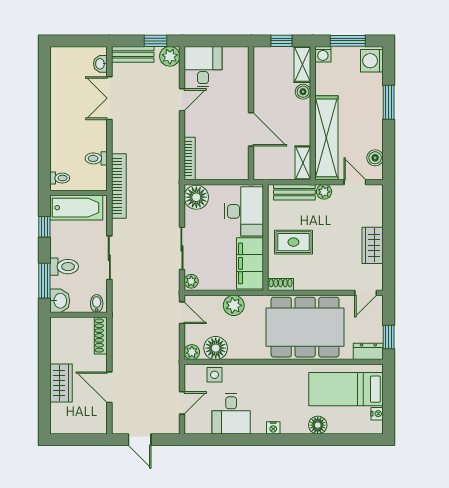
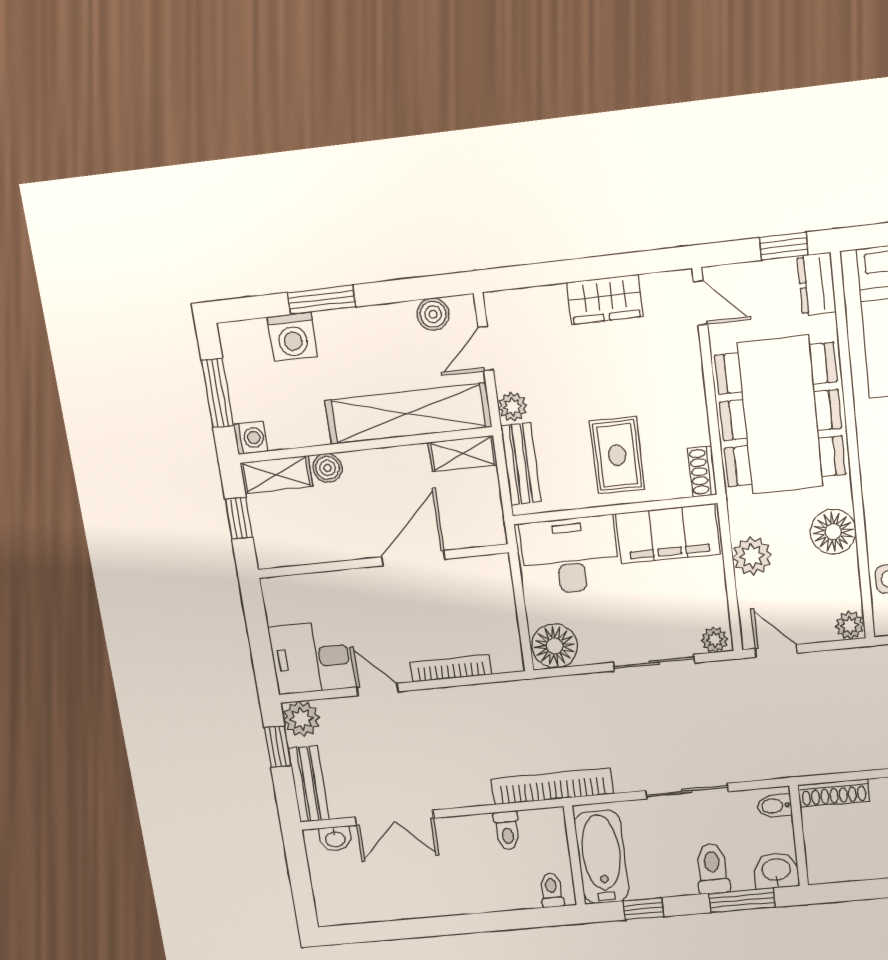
washing machine: (372, 61) -> (293, 337), moved
bookcase: (190, 159) -> (451, 668), moved
door: (182, 313) -> (776, 651), hinge flipped
floor lamp: (216, 348) -> (833, 532), moved

